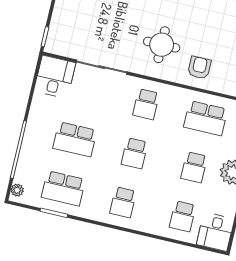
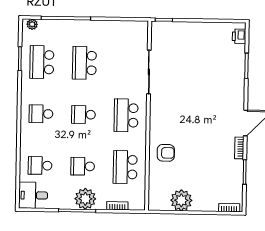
round table: (162, 45) -> (178, 118), removed
desk: (55, 77) -> (132, 35), removed
school desk: (146, 104) -> (126, 115), width x1.85

